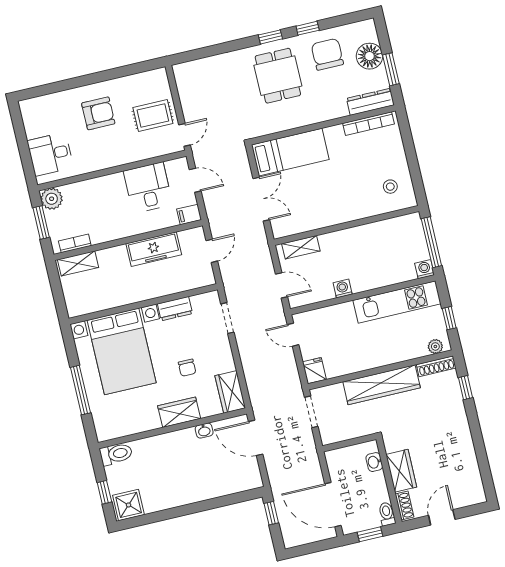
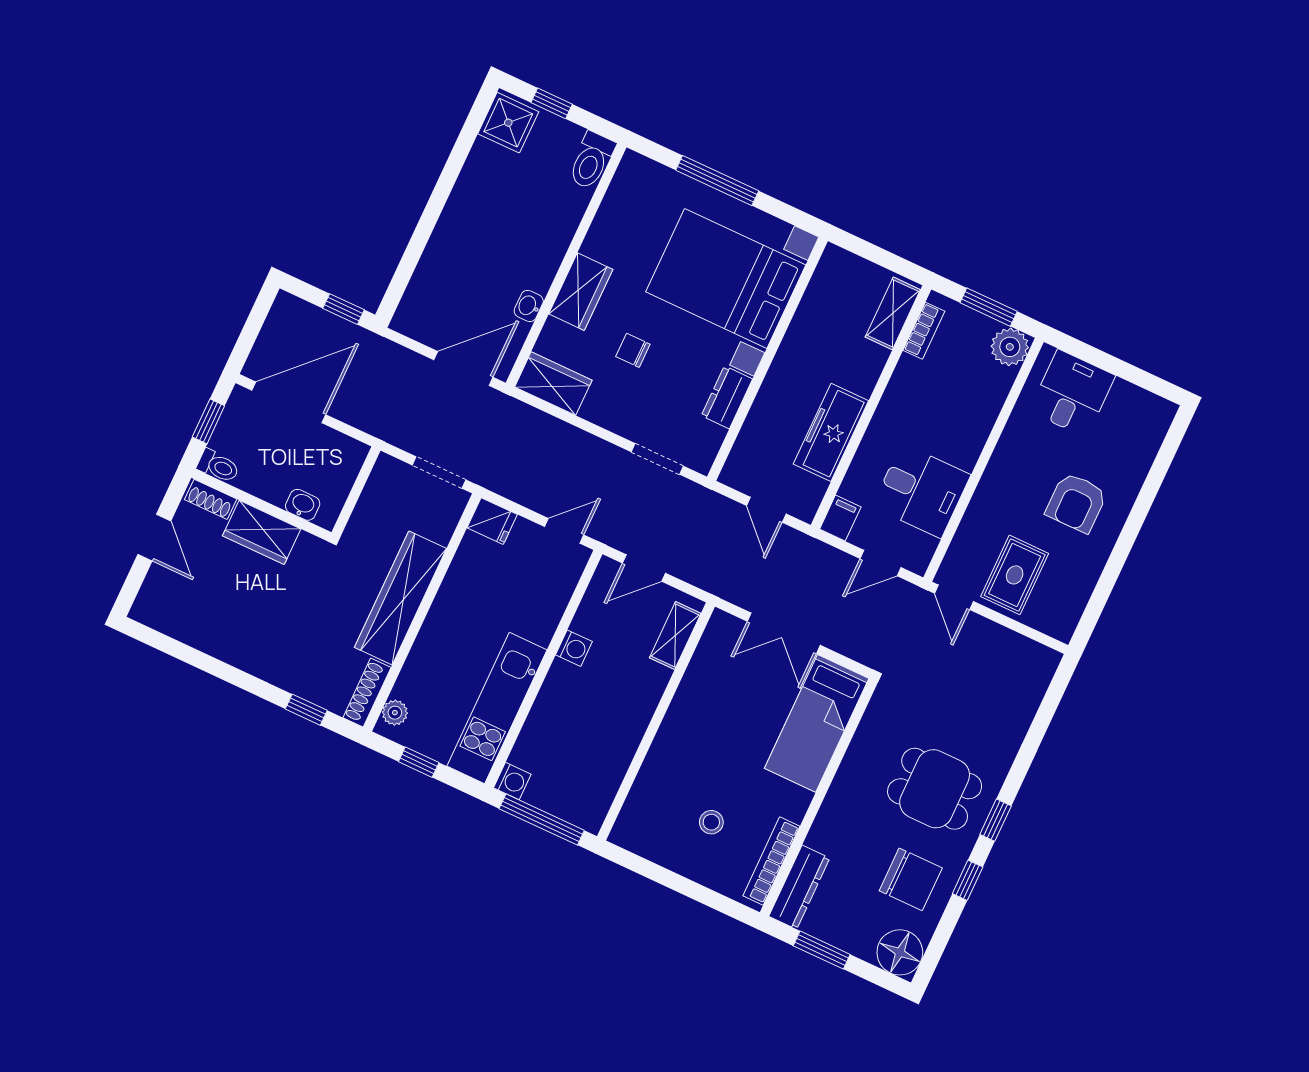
floor lamp: (370, 56) -> (900, 952), moved
stool: (390, 187) -> (711, 822), moved

